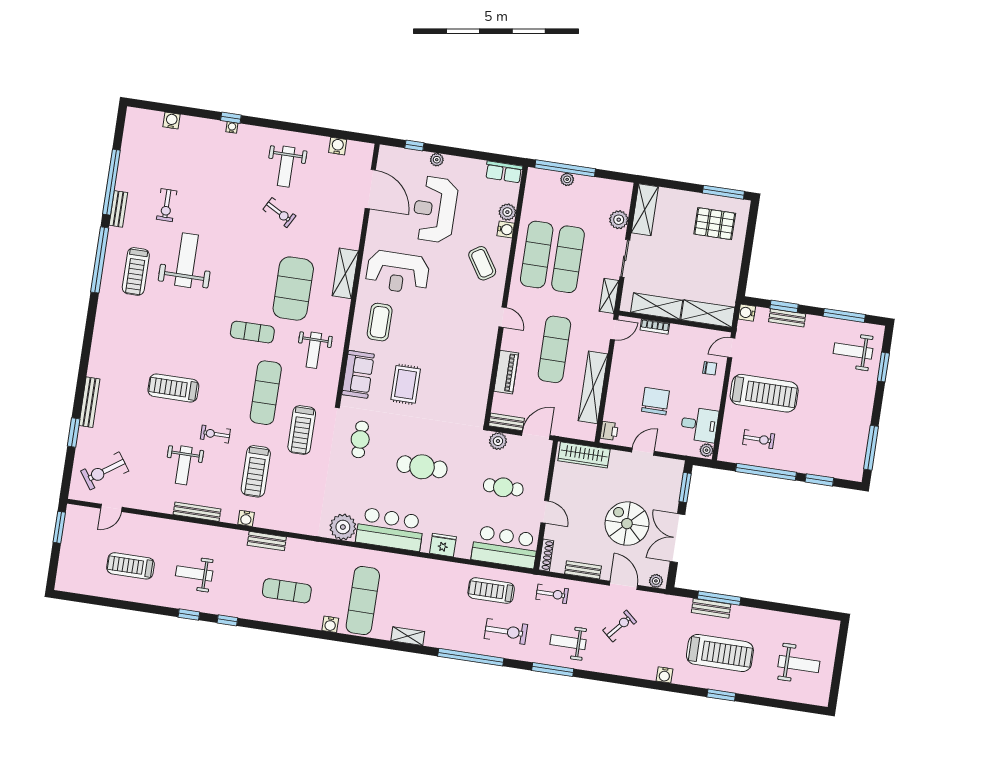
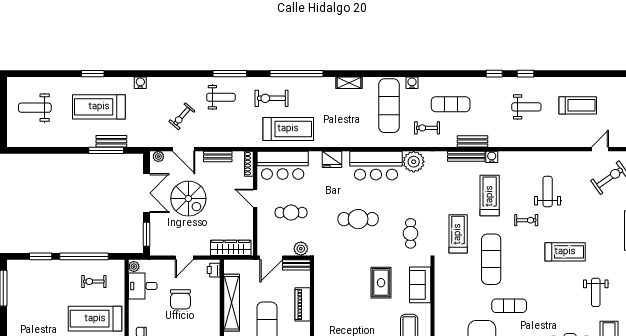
weight bench: (314, 350) -> (596, 292), moved, turned 180
bench: (197, 512) -> (466, 156), moved
treadmill: (491, 591) -> (288, 129), width x1.37, depth x1.38
exercise bike: (552, 594) -> (427, 128), moved

